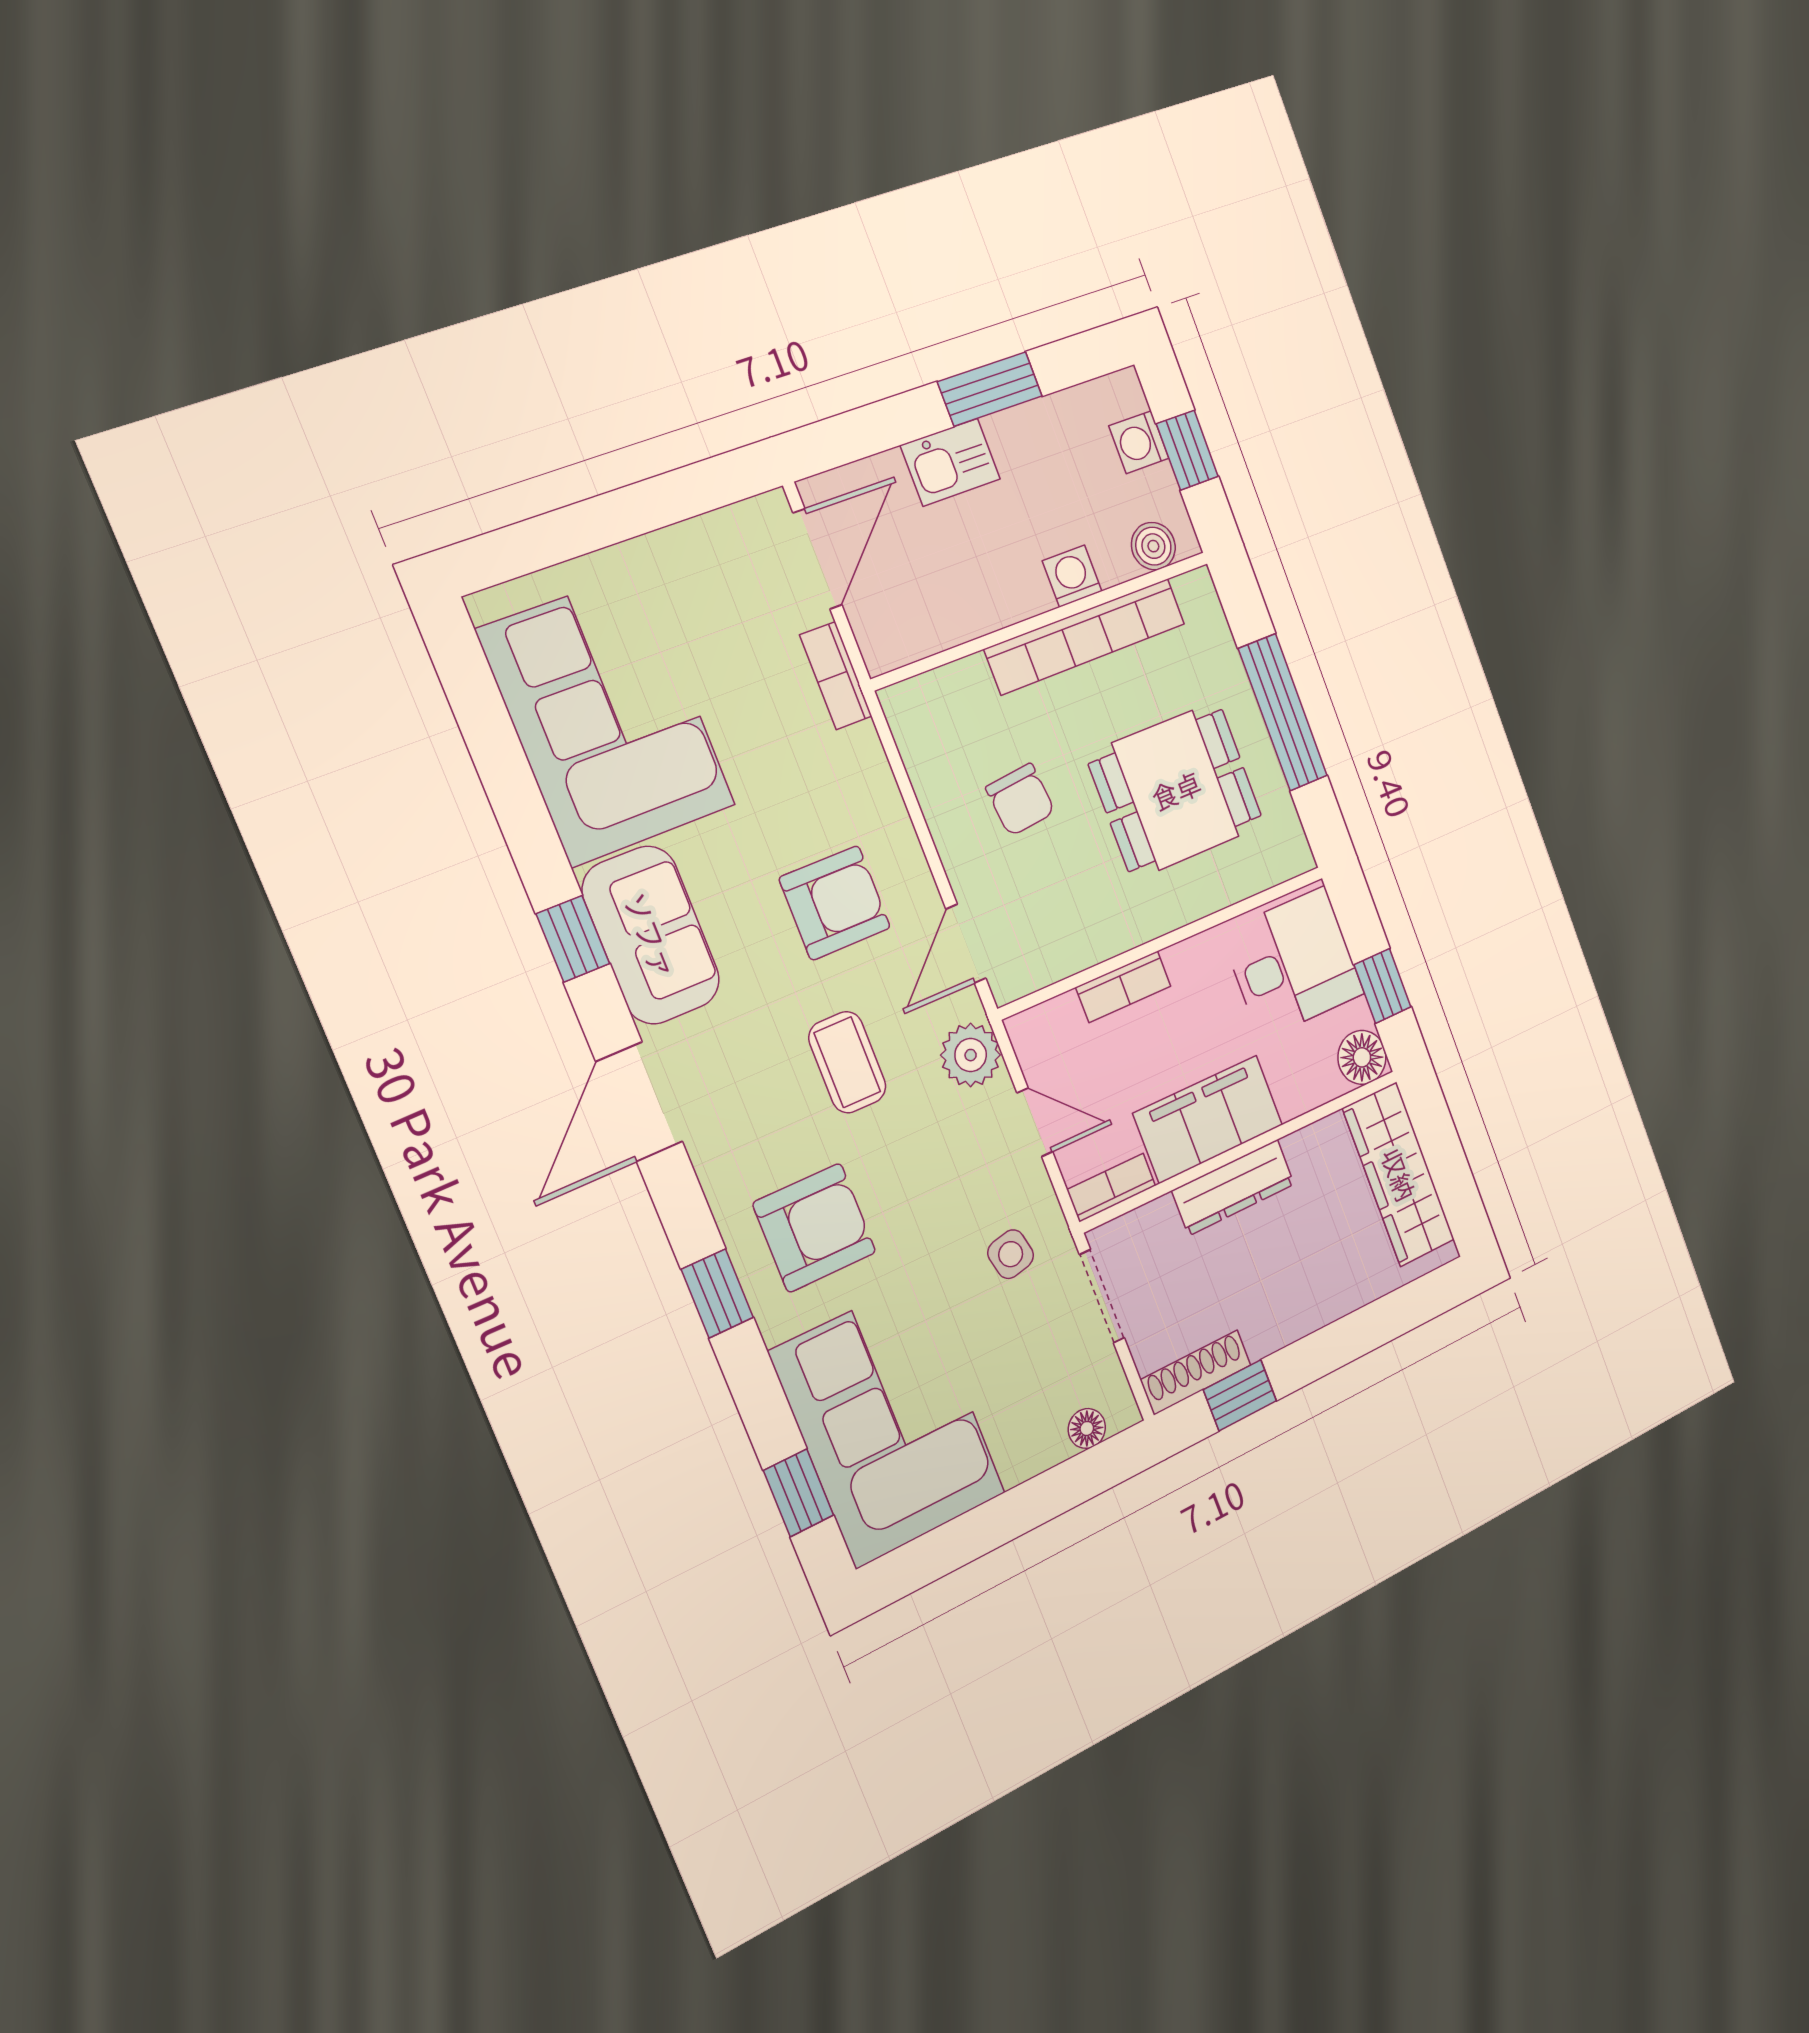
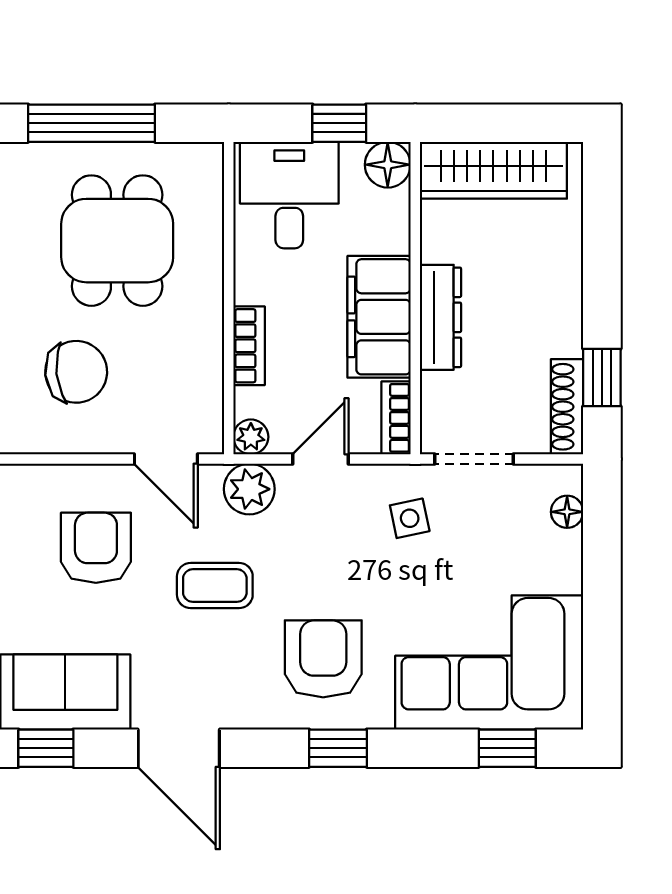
chair: (1020, 800) -> (76, 372), width x1.37, depth x1.37
plant: (1028, 1032) -> (251, 437), added

